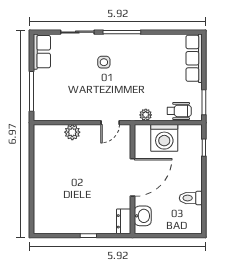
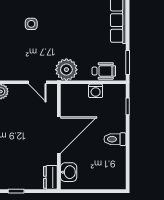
plant: (146, 115) -> (66, 70), width x1.88, depth x1.88
door: (110, 123) -> (37, 82), hinge flipped
washing machine: (164, 138) -> (96, 91), width x0.53, depth x0.53
toilet: (191, 198) -> (115, 139), moved

